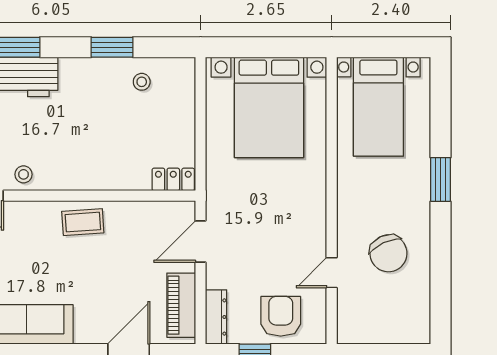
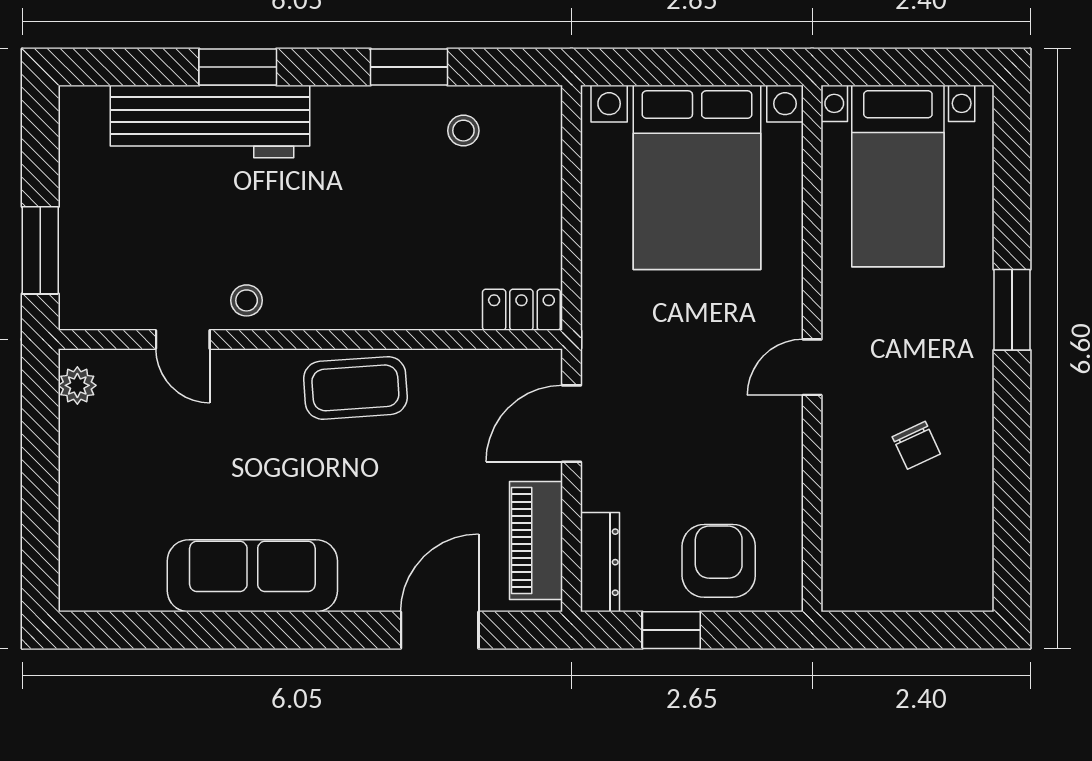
coffee table: (83, 222) -> (355, 388), width x1.36, depth x1.30
chair: (388, 253) -> (916, 445), width x0.54, depth x0.54
door: (332, 273) -> (812, 367), moved

